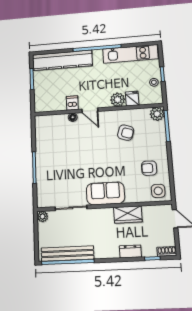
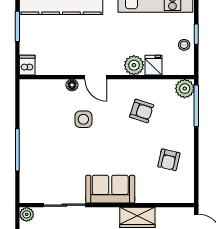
dishwasher: (72, 103) -> (27, 65), moved
armchair: (149, 168) -> (169, 160), turned -77
side table: (158, 191) -> (83, 119), moved

